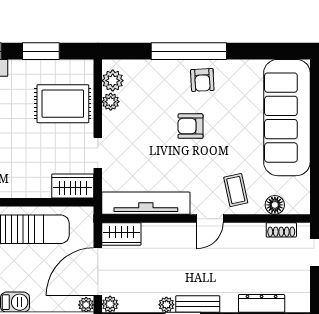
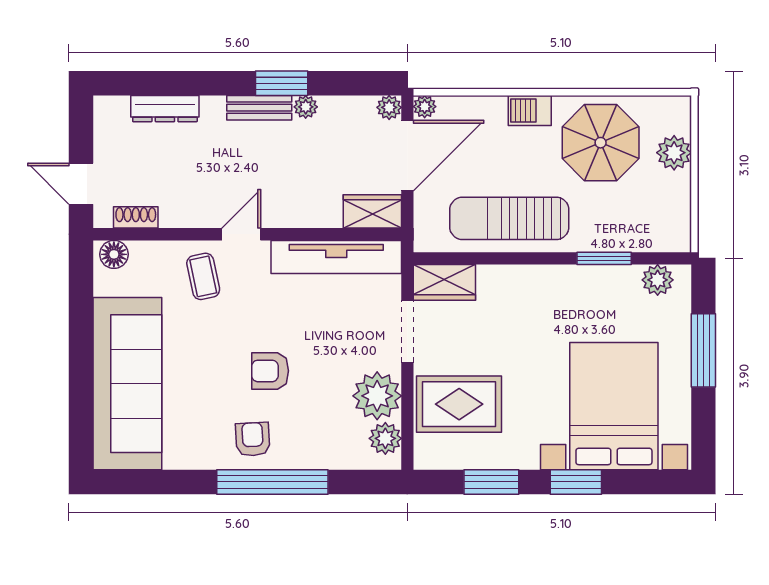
plant: (111, 102) -> (377, 396), width x1.87, depth x1.87
armchair: (191, 126) -> (270, 371), turned 180
doorway: (98, 153) -> (407, 332), width x1.38
floor lamp: (275, 205) -> (114, 254), moved

